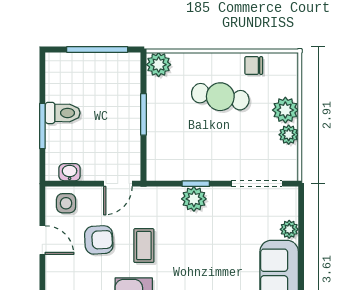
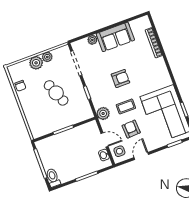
plant: (159, 65) -> (37, 131), removed
cafe table: (220, 97) -> (56, 93), moved, turned -32
toilet: (63, 113) -> (53, 178), moved
door: (118, 184) -> (105, 140), moved
plant: (194, 199) -> (103, 113), moved
armchair: (199, 255) -> (120, 78), added

